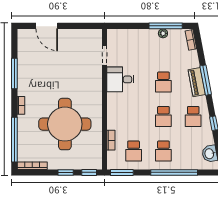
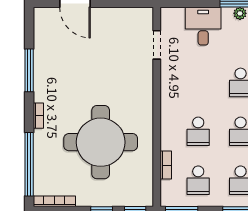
desk: (120, 79) -> (203, 26), moved, turned 90
school desk: (134, 116) -> (198, 131), added

